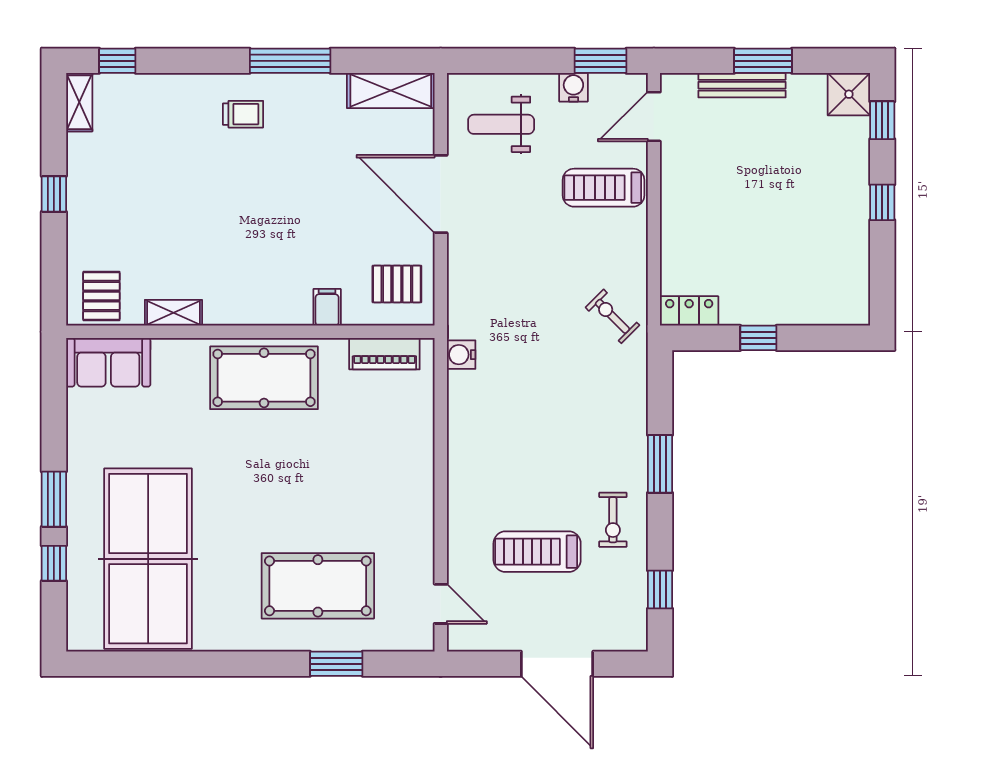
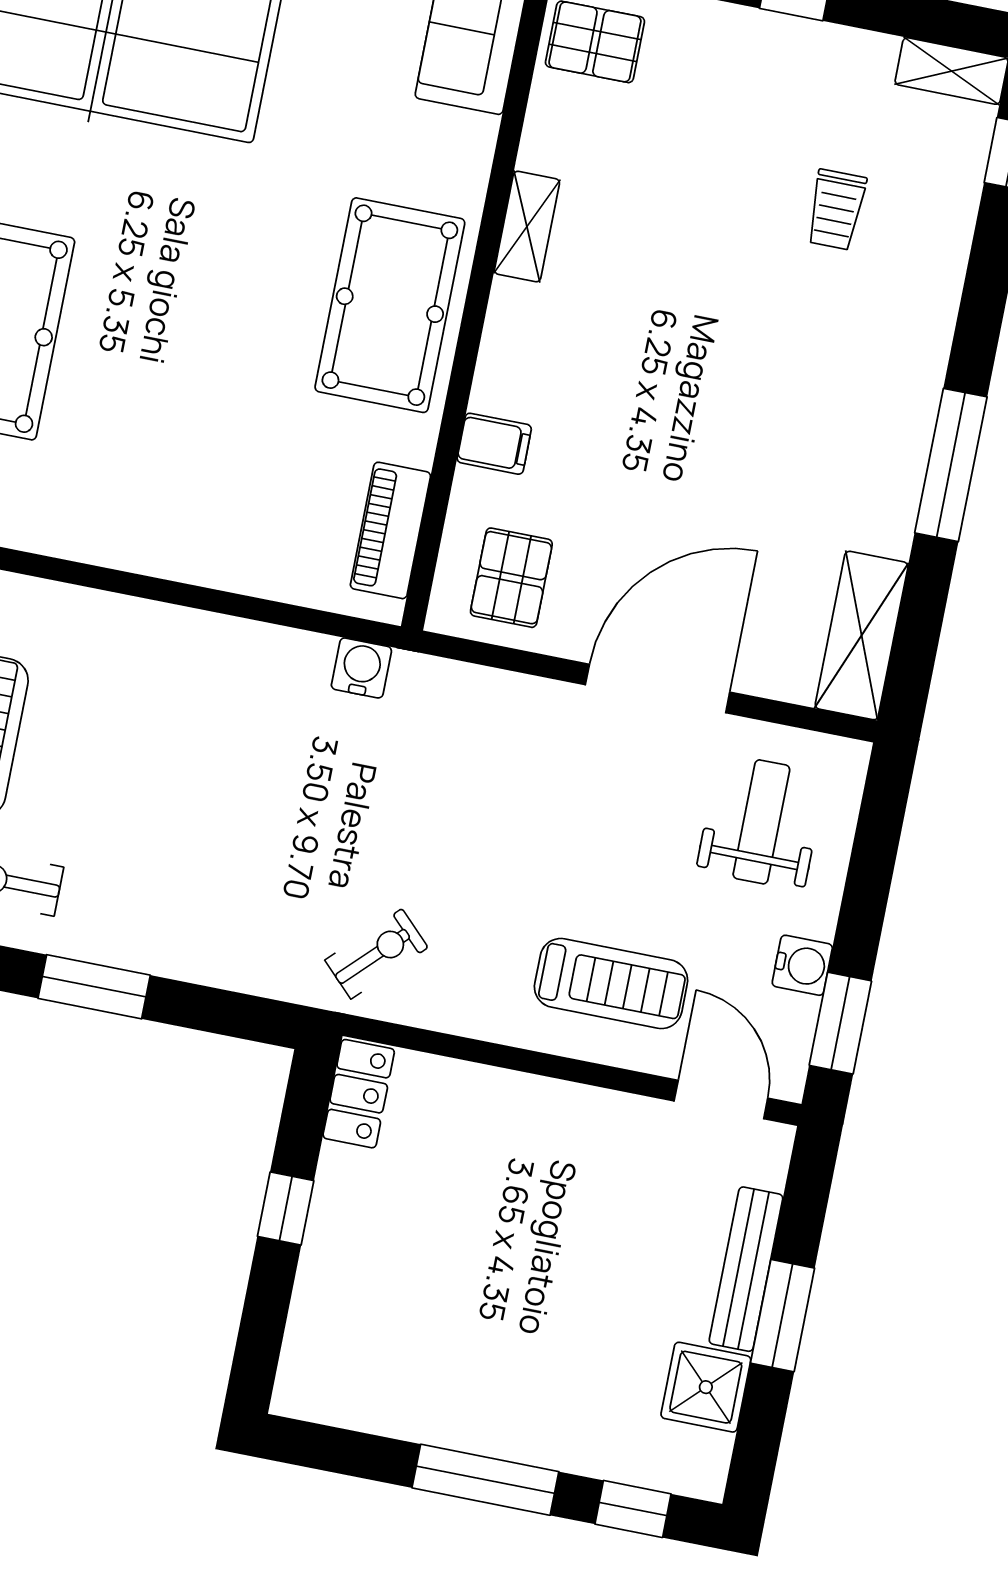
shower: (849, 94) -> (706, 1387), moved
trolley: (243, 114) -> (836, 210), moved
treadmill: (604, 188) -> (611, 984), turned 90
window: (882, 202) -> (485, 1480), width x2.17
shelving: (173, 313) -> (527, 227), moved

